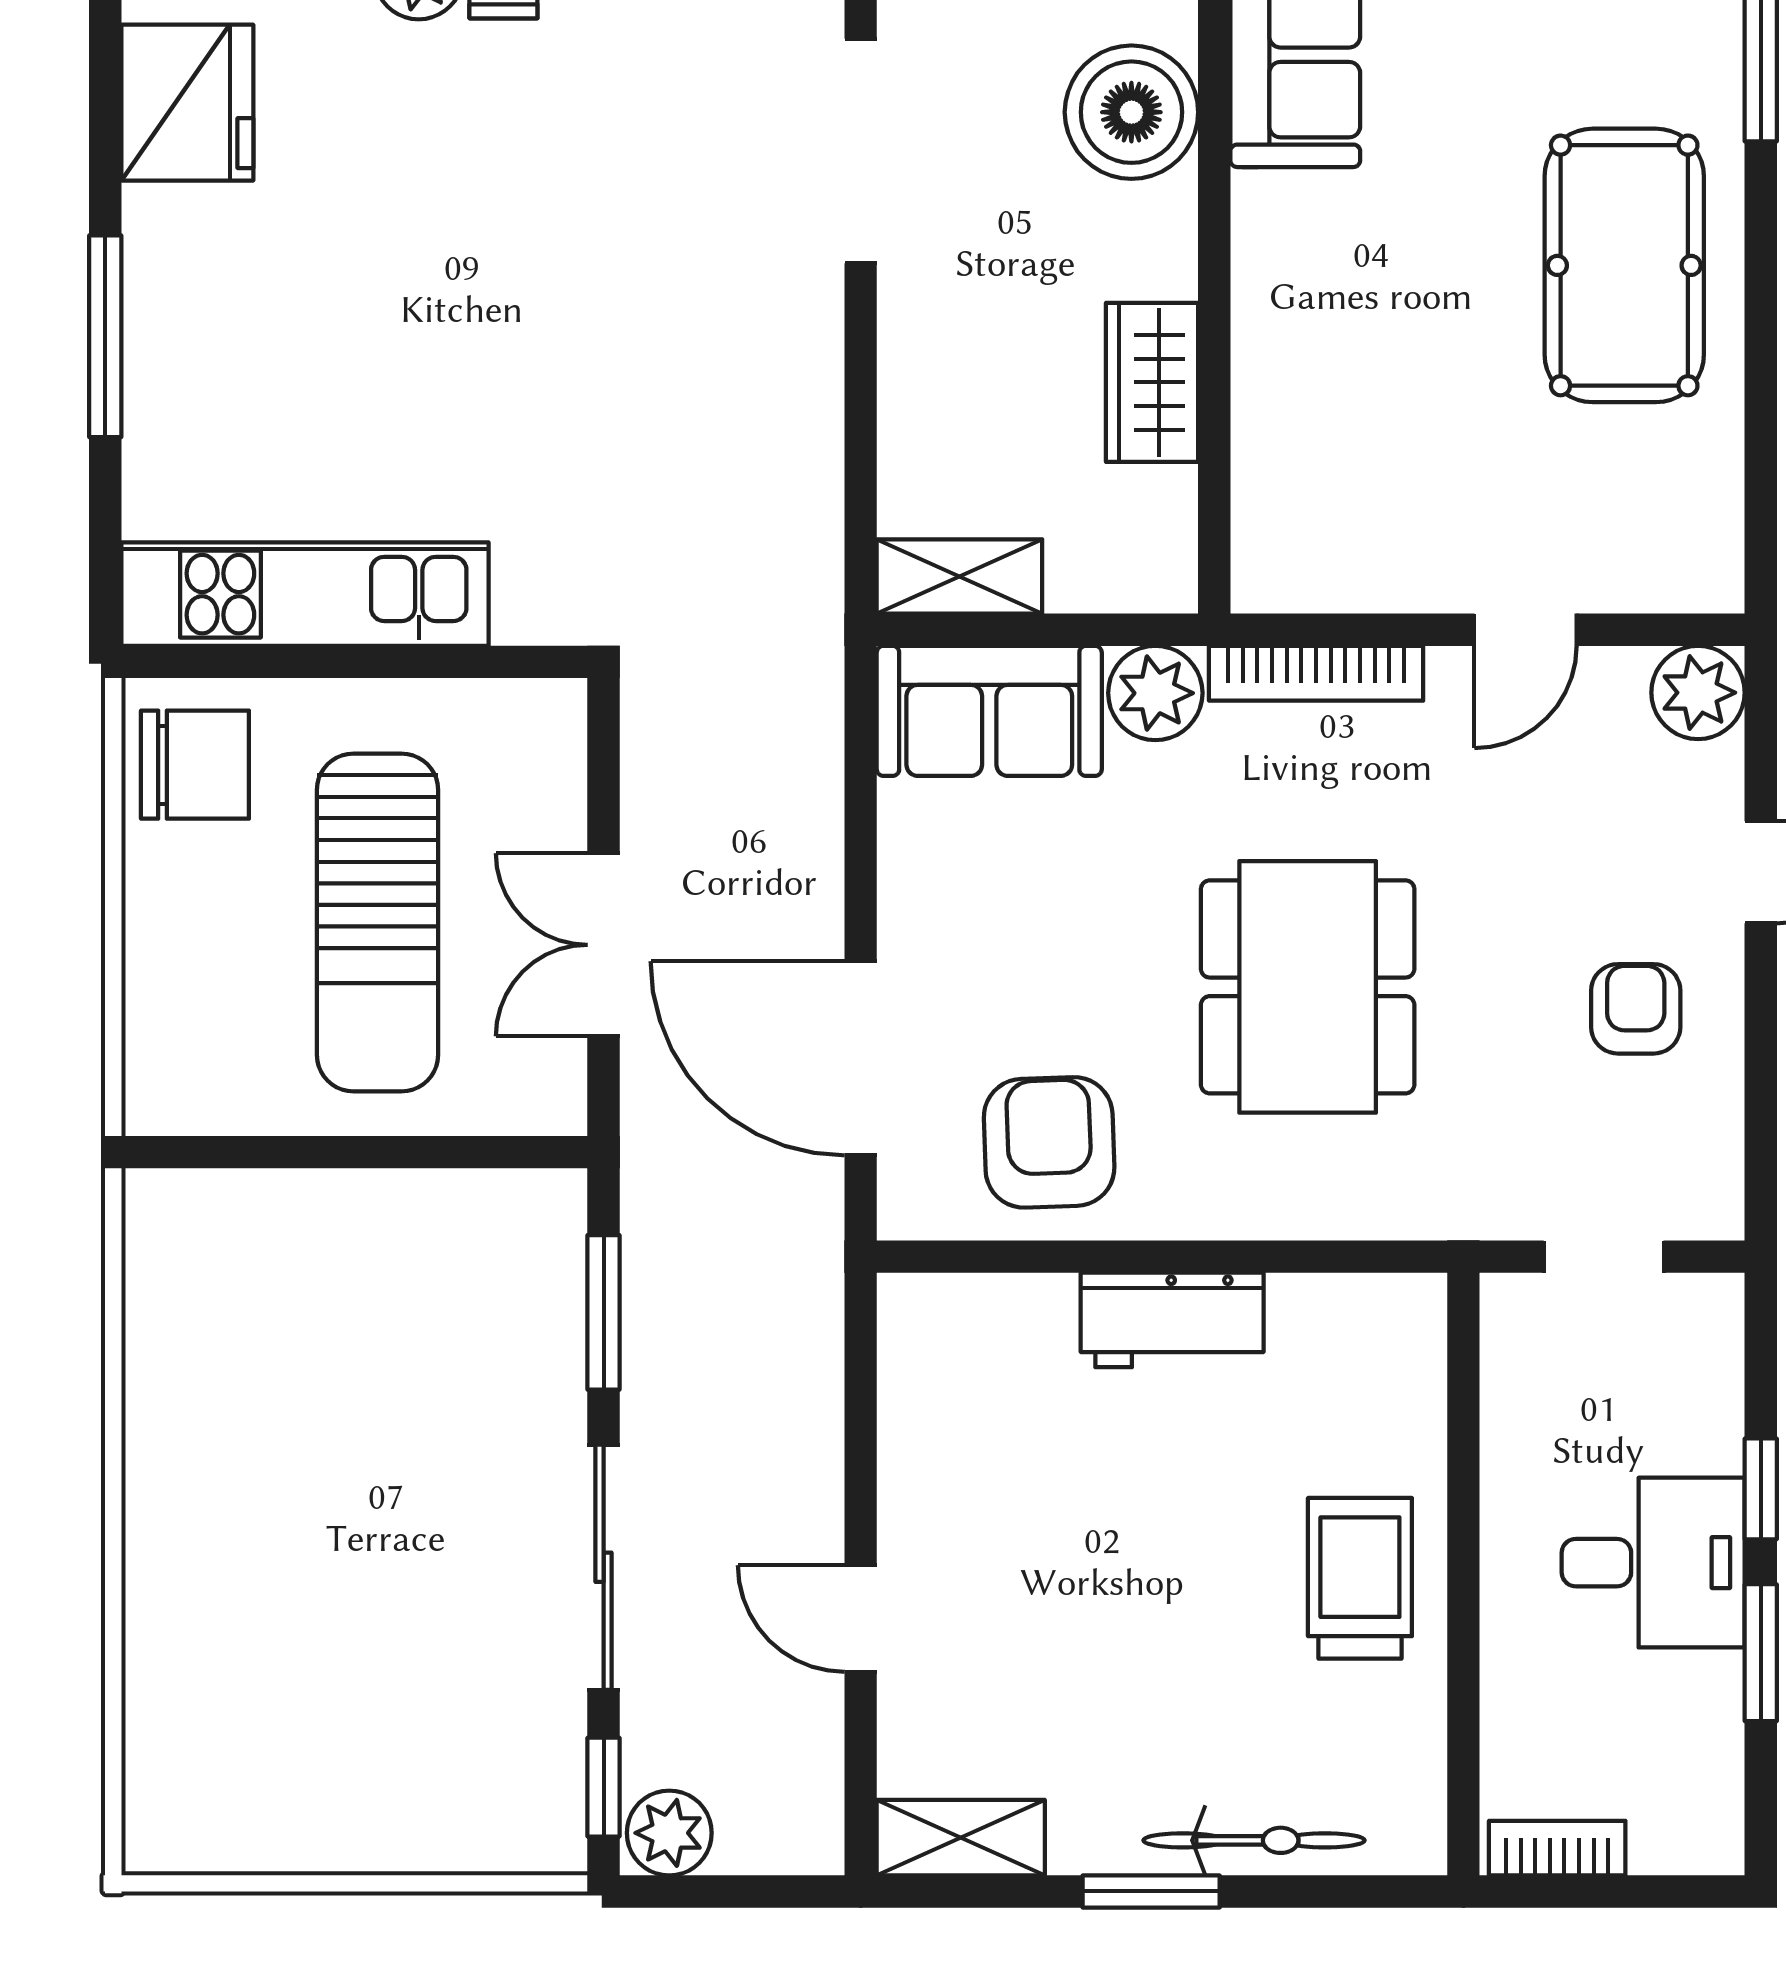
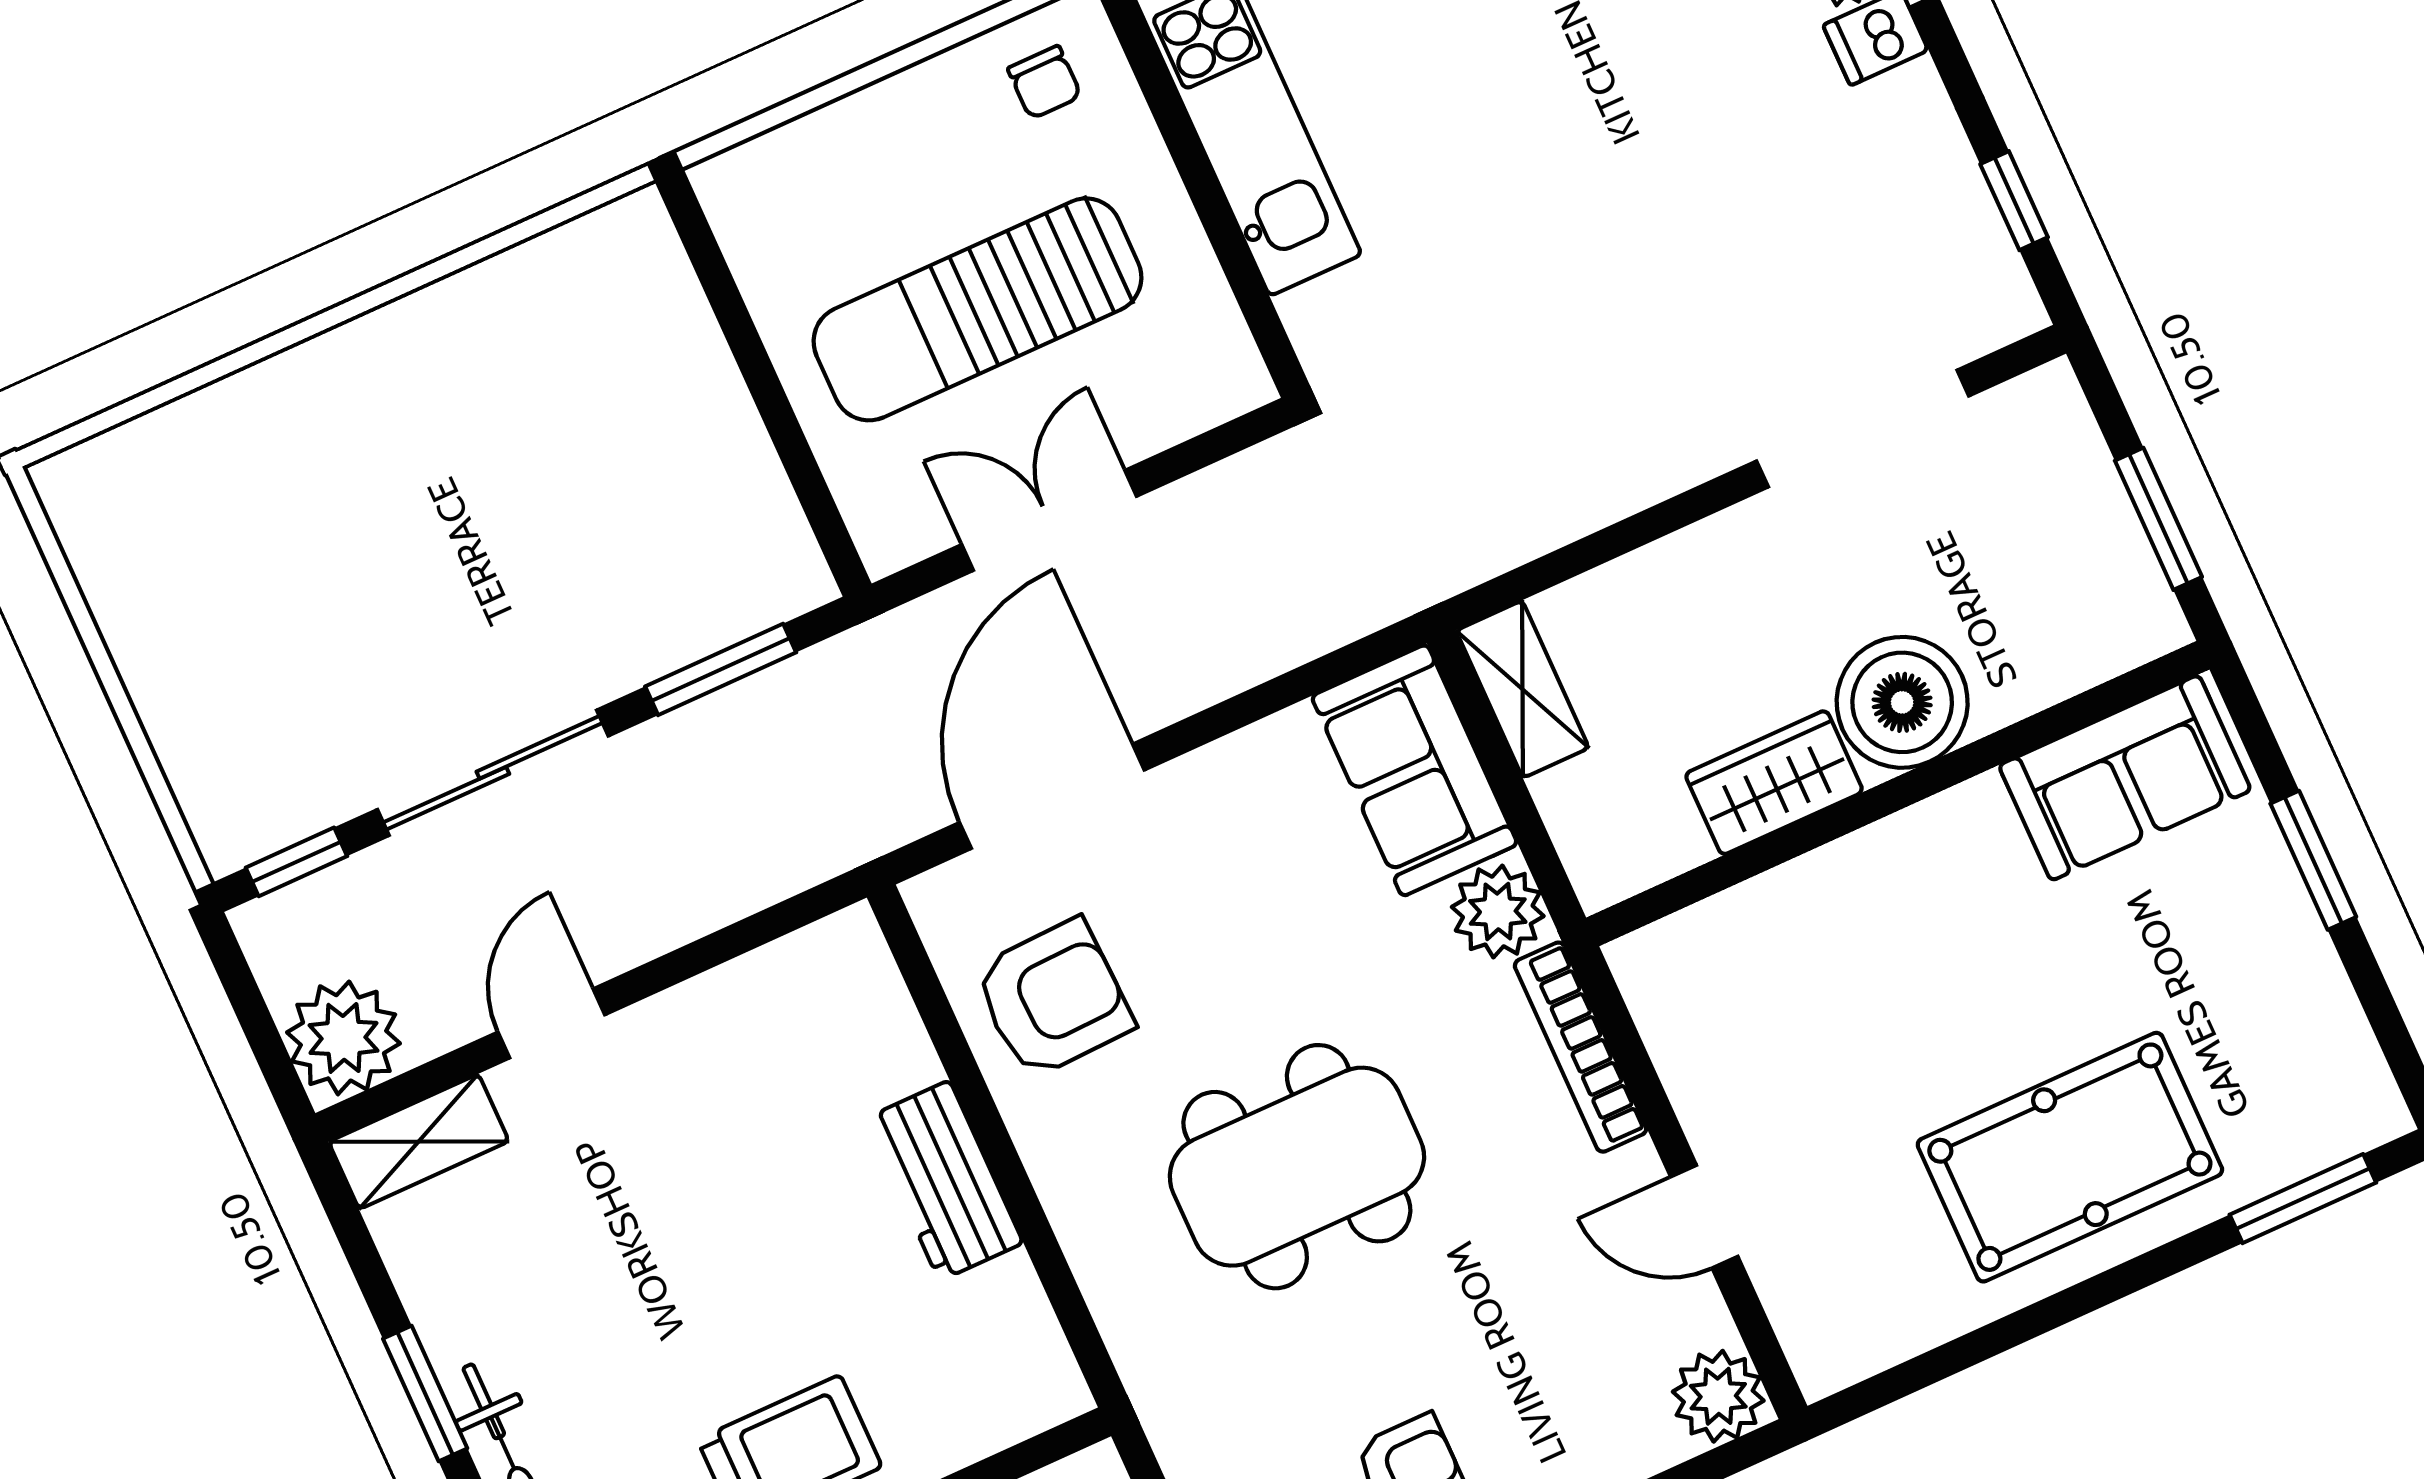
boiler: (1131, 112) -> (1902, 702), moved
chair: (195, 765) -> (1044, 82), width x0.54, depth x0.54
plant: (669, 1833) -> (343, 1038), moved, width x1.36, depth x1.36
shelving: (961, 1838) -> (419, 1142), moved, turned 90

